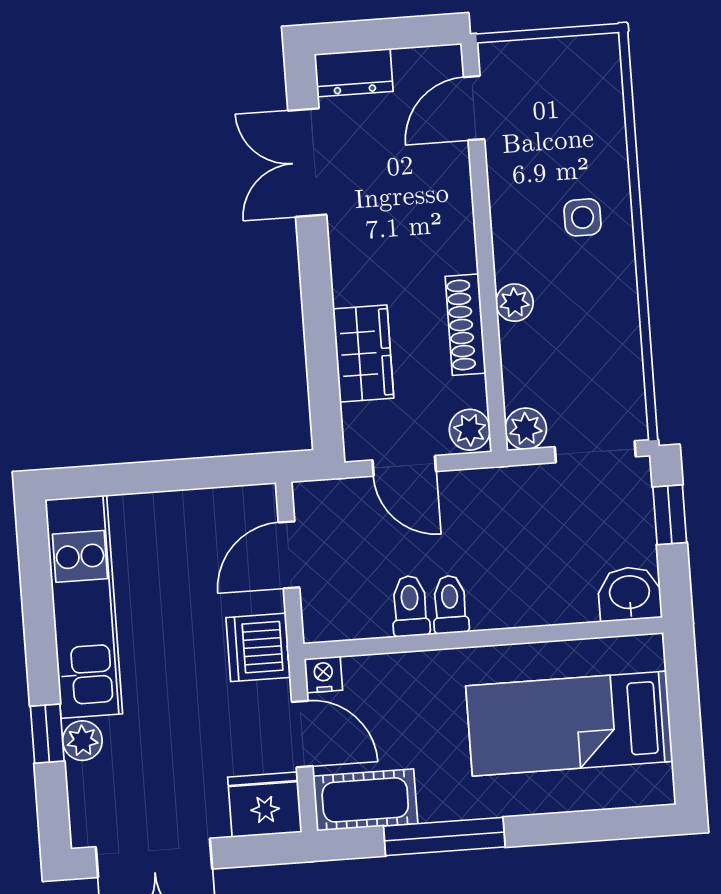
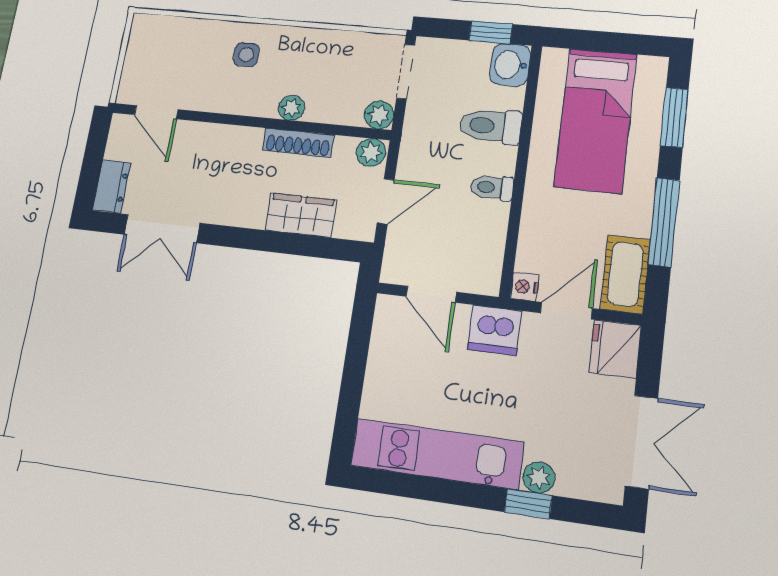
window: (670, 515) -> (491, 32), moved
toilet: (410, 606) -> (490, 126), moved, width x1.37, depth x1.39
window: (591, 826) -> (674, 117), added

